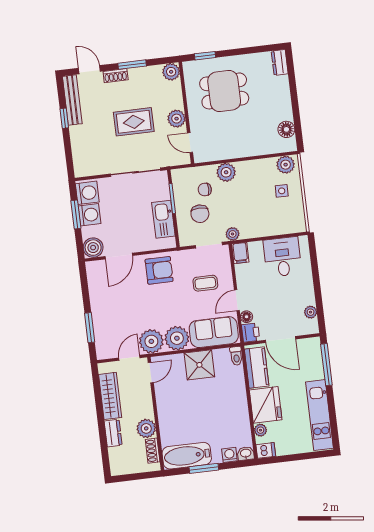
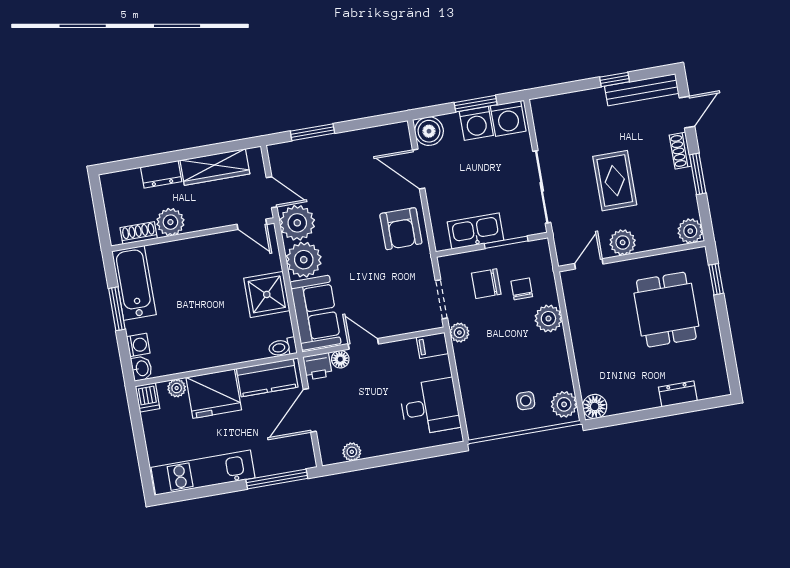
dresser: (280, 62) -> (678, 394), moved
floor lamp: (286, 129) -> (595, 406), moved
coffee table: (205, 283) -> (386, 297), removed

